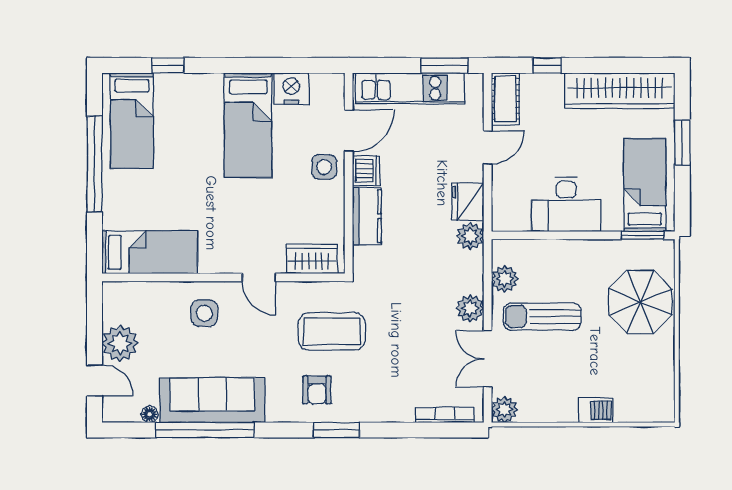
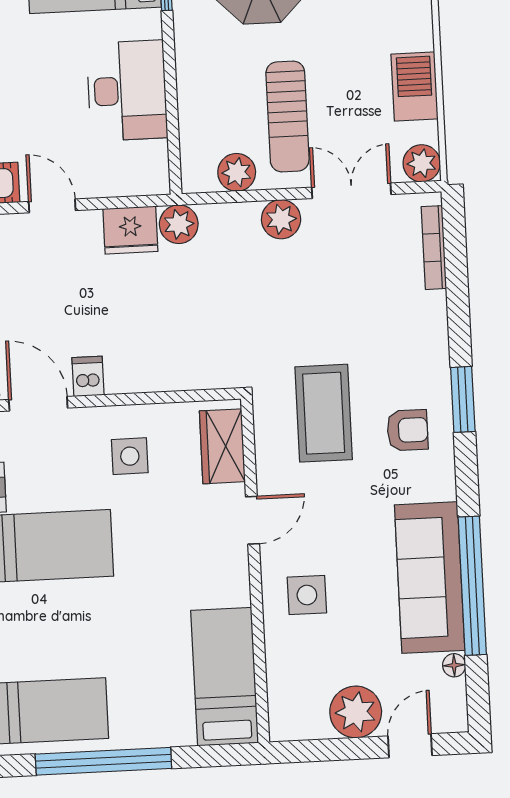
side table: (324, 167) -> (130, 456), moved
dishwasher: (366, 171) -> (88, 376), width x0.73
kitchen counter: (367, 216) -> (158, 372), removed
double door: (488, 359) -> (351, 191), swing flipped
barbecue: (596, 410) -> (415, 87), moved, width x1.38, depth x1.27

